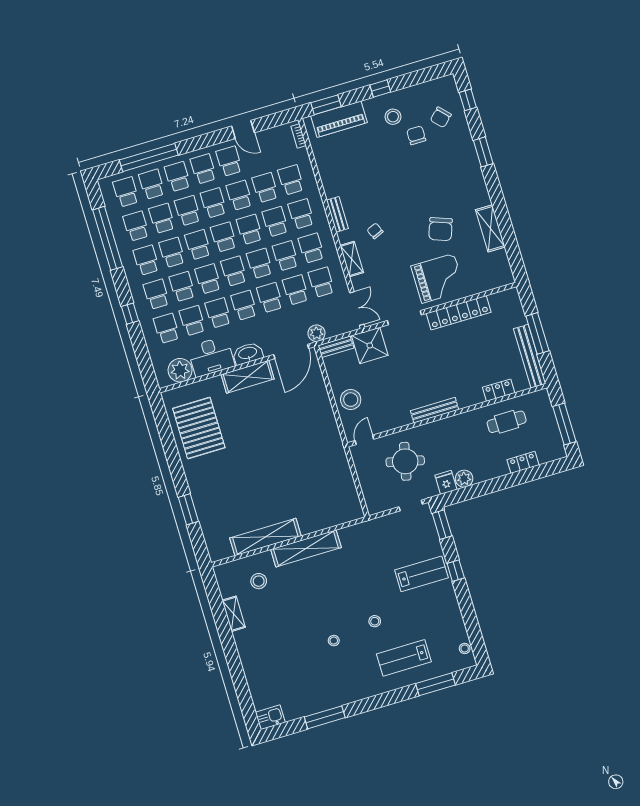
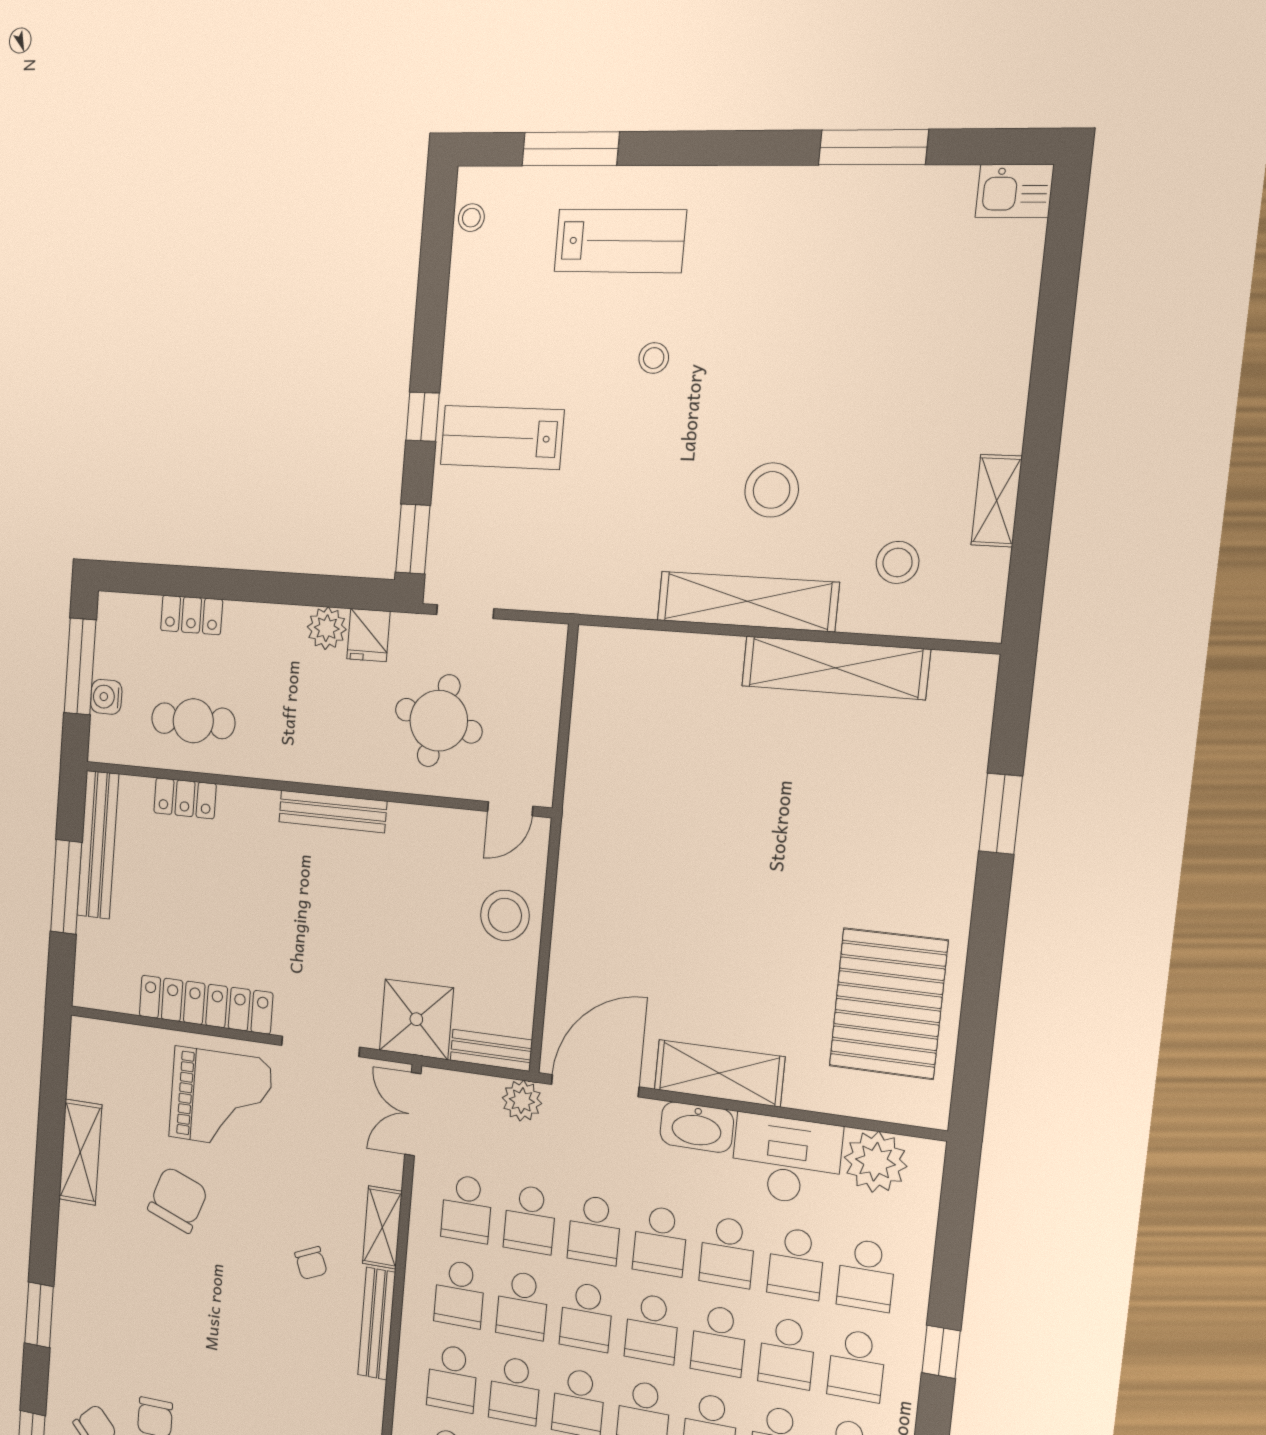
bench: (337, 214) -> (377, 1324), width x1.36
grand piano: (438, 278) -> (220, 1098), turned 180
water cooler: (548, 416) -> (106, 697), added
stool: (334, 641) -> (772, 490), moved, width x1.89, depth x1.89

